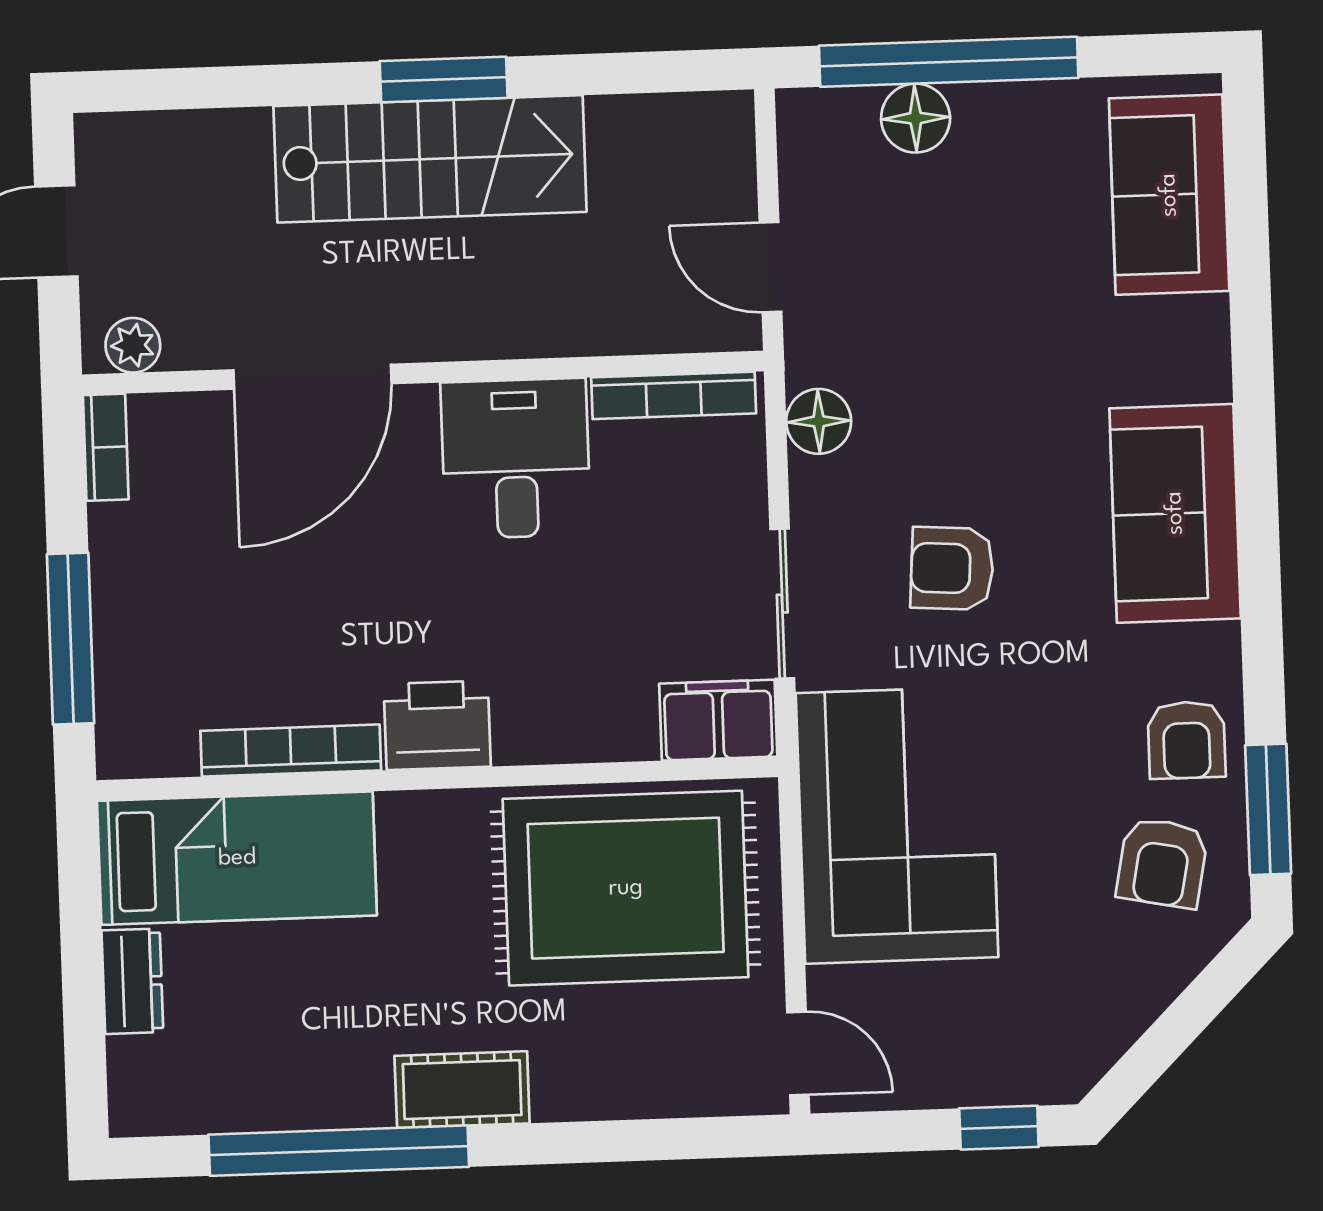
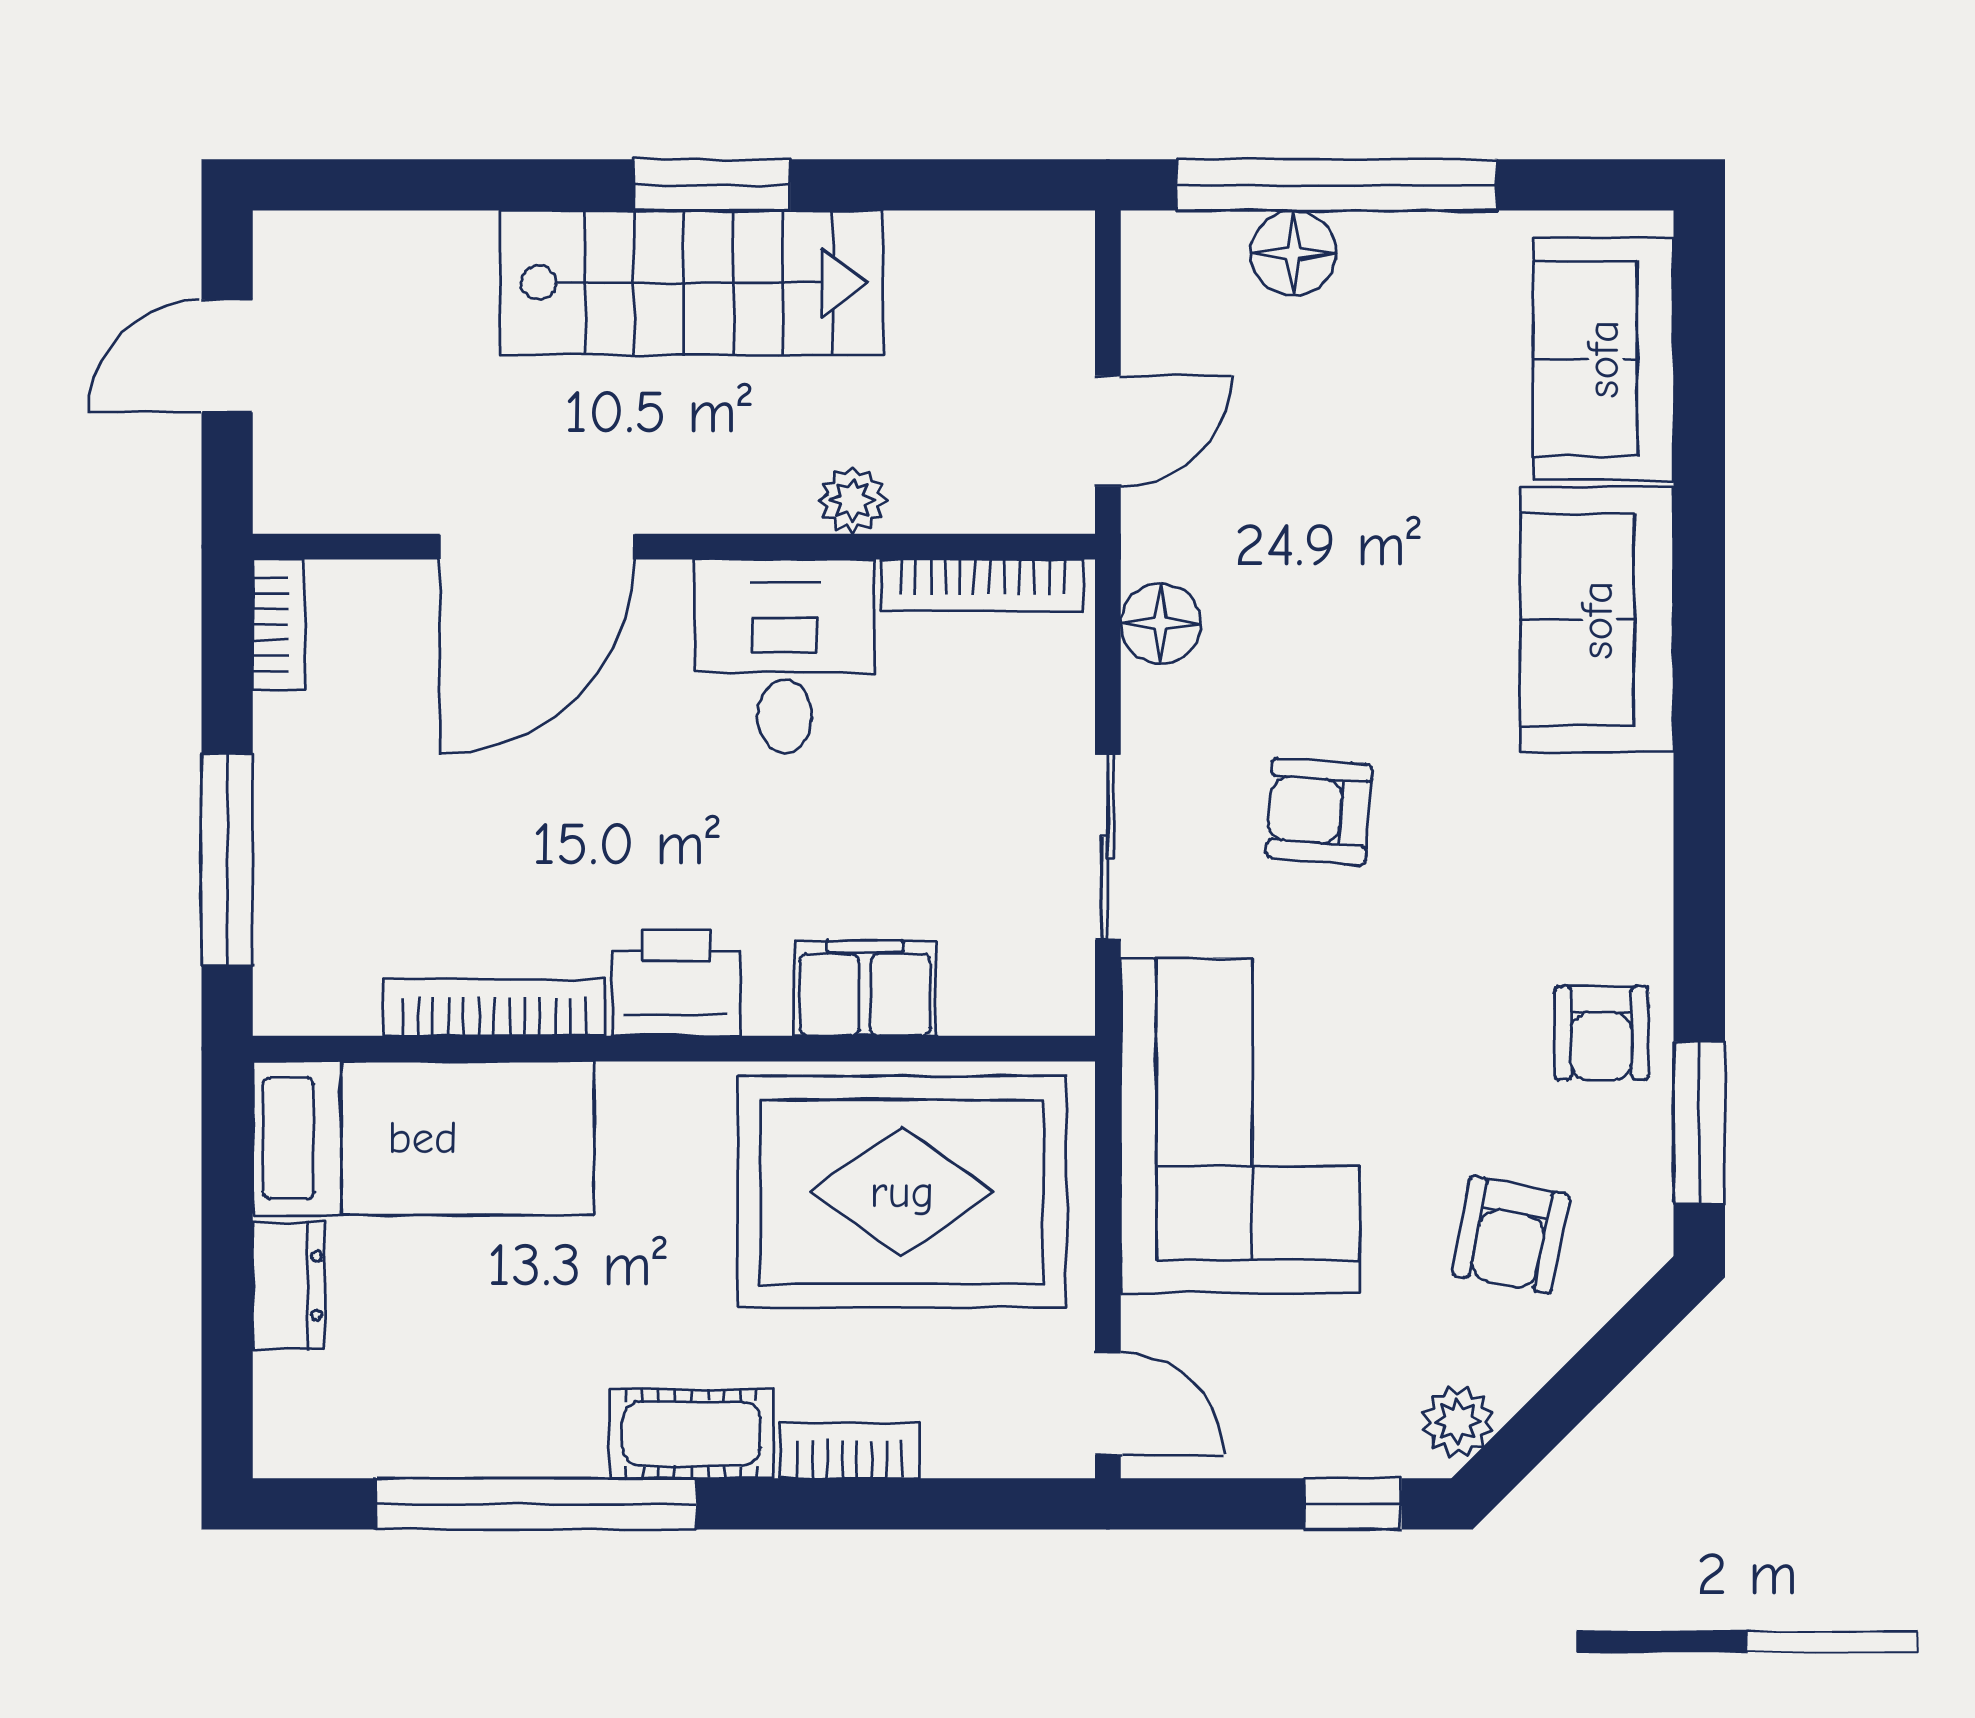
door: (770, 267) -> (1108, 431), swing flipped
plant: (133, 345) -> (853, 500), moved
sofa: (1175, 513) -> (1597, 620), moved
filing cabinet: (718, 720) -> (865, 988), moved
armchair: (1162, 863) -> (1510, 1235), moved
plant: (1081, 1058) -> (1458, 1421), added
bookcase: (591, 1099) -> (850, 1451), added

